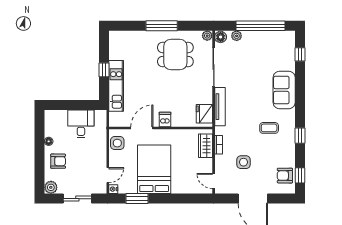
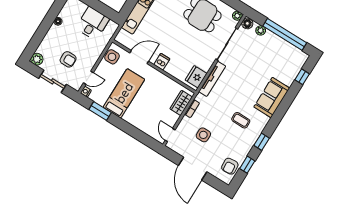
armchair: (58, 161) -> (68, 59), moved
bed: (154, 169) -> (124, 93), width x0.67
window: (300, 175) -> (247, 165), moved
armchair: (285, 176) -> (230, 166), turned -95

